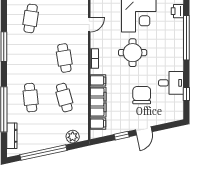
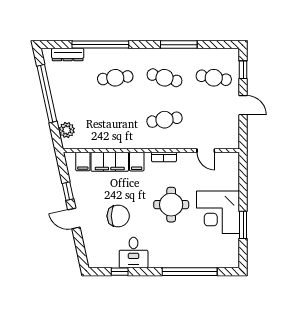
printer: (177, 11) -> (223, 260), removed
cafe table: (64, 98) -> (164, 78), moved, turned 30

